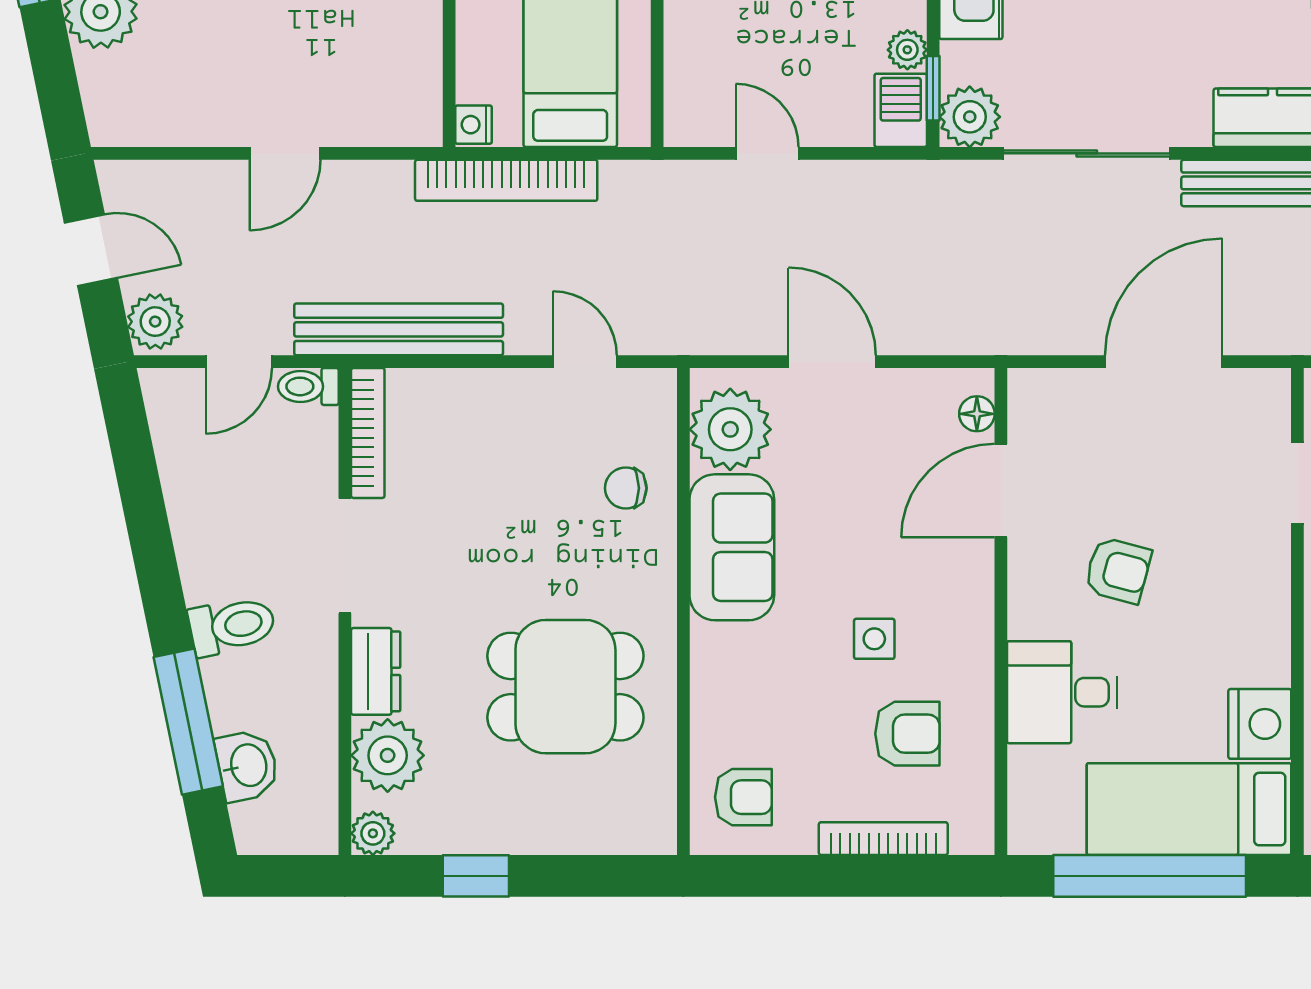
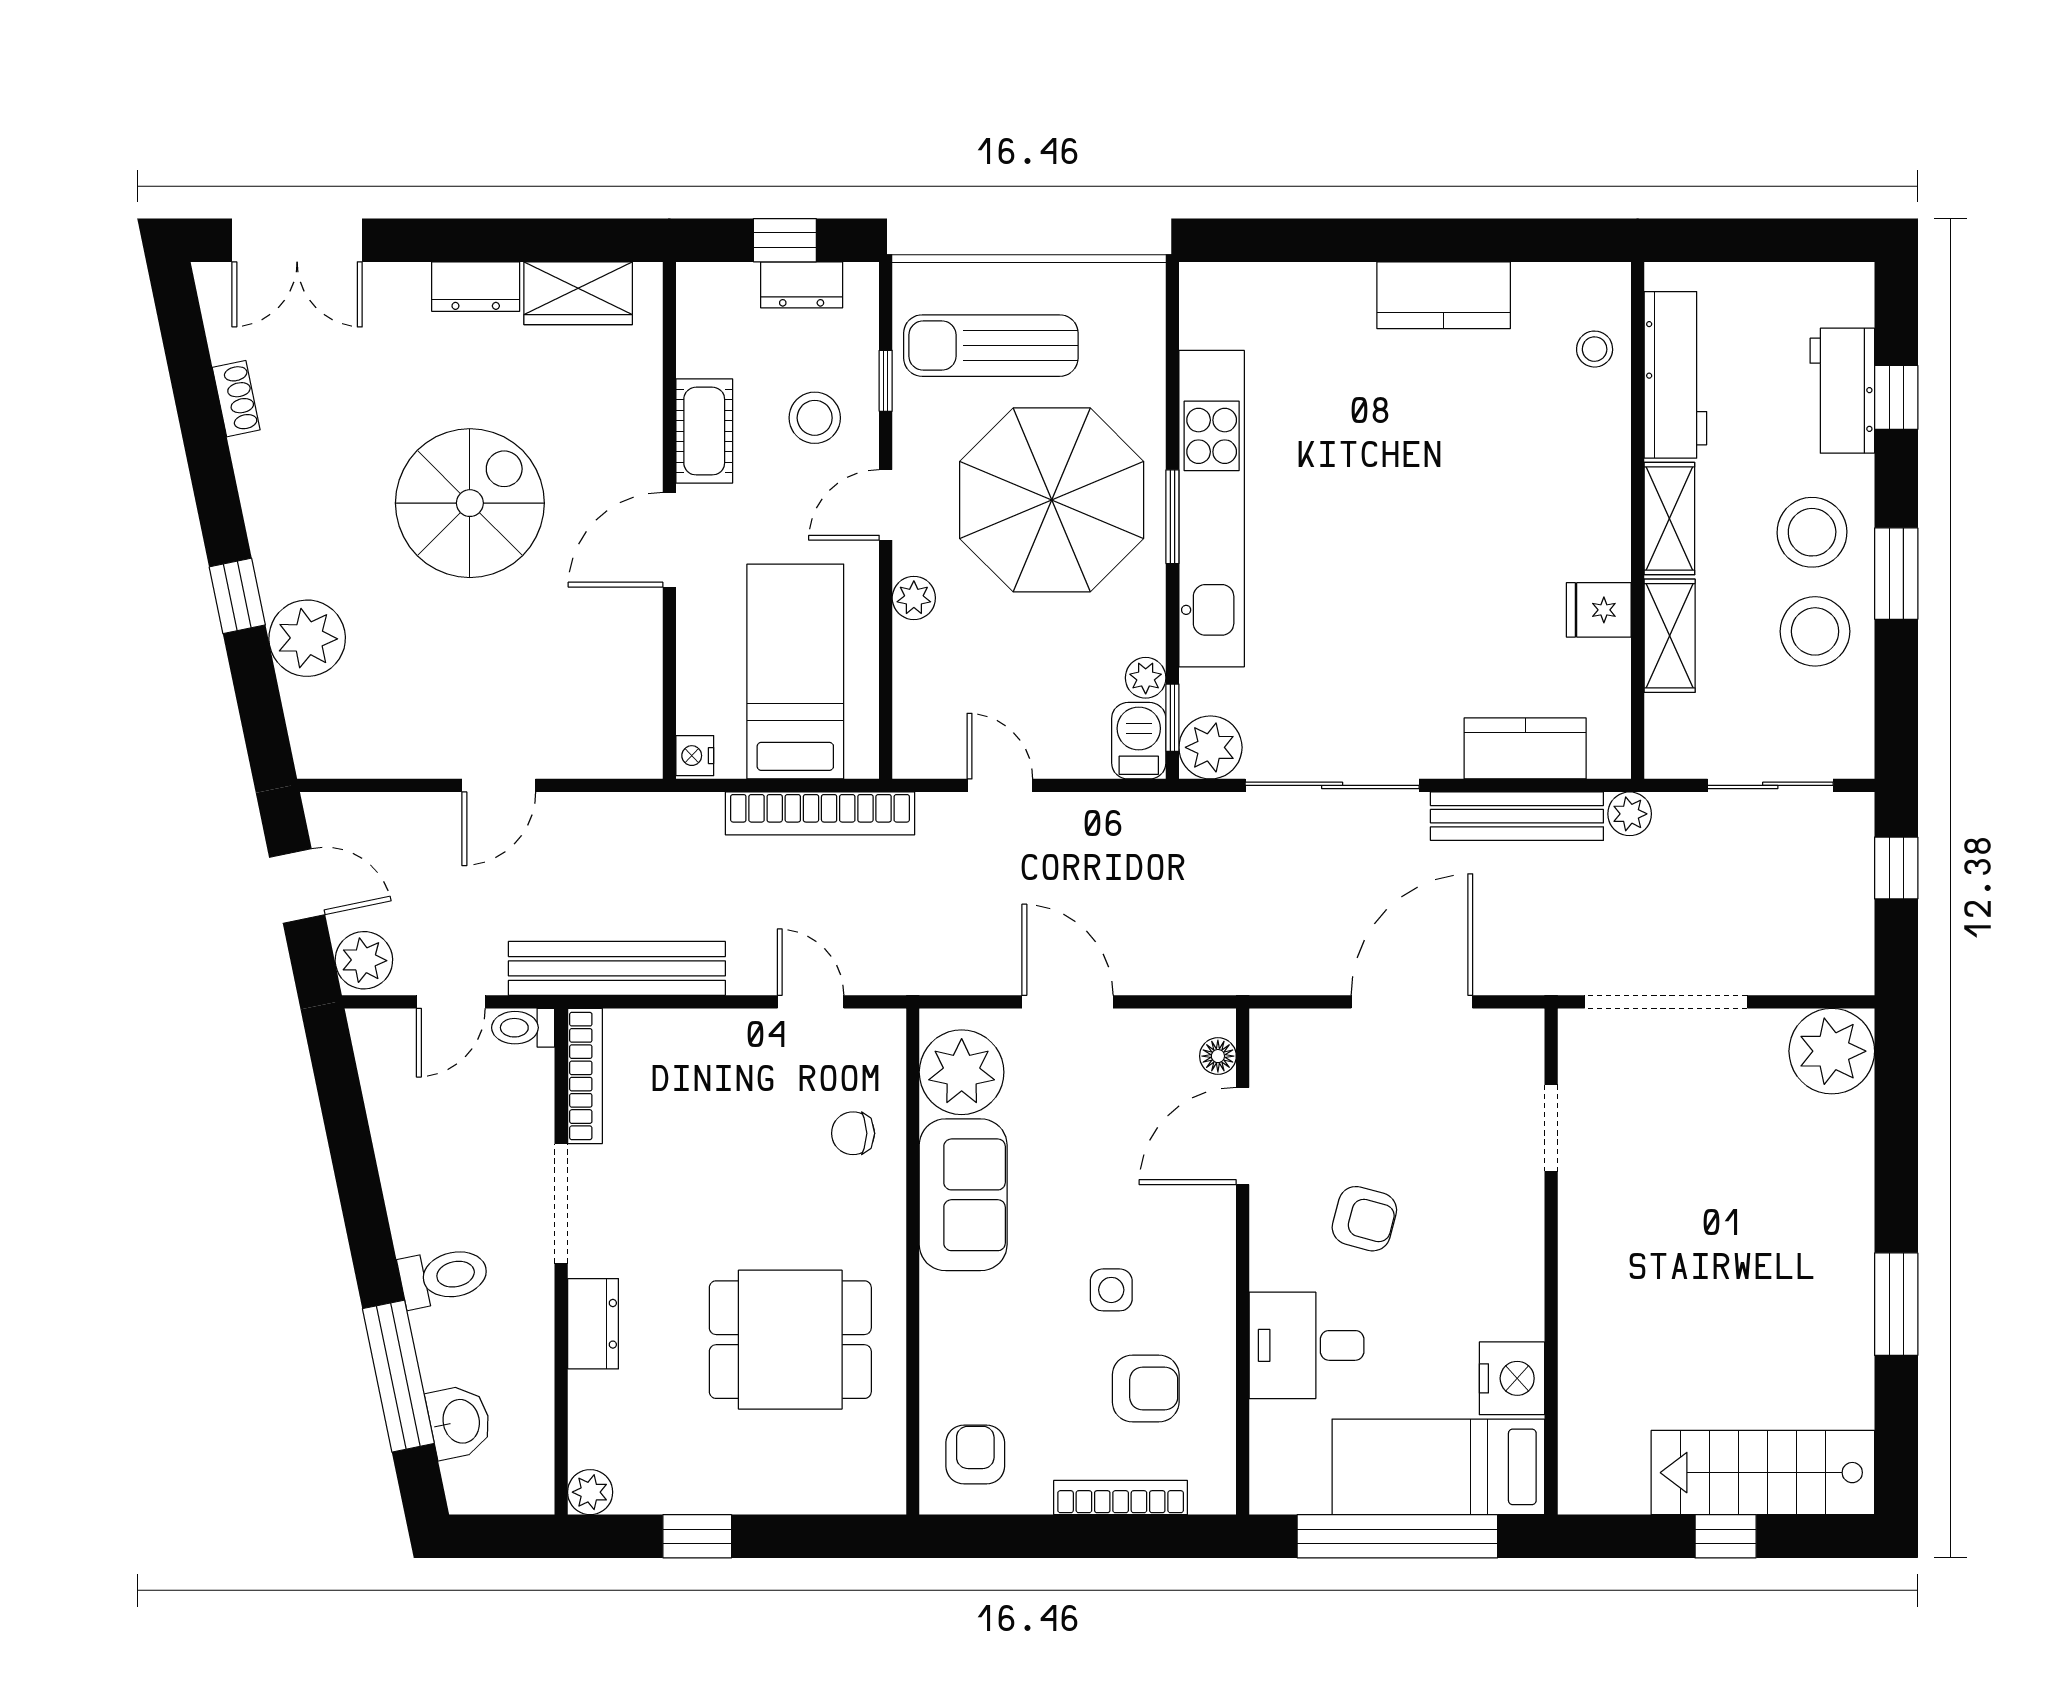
bookcase: (506, 180) -> (820, 813), moved
plant: (388, 755) -> (605, 1411), removed
armchair: (743, 797) -> (975, 1454), turned -90

